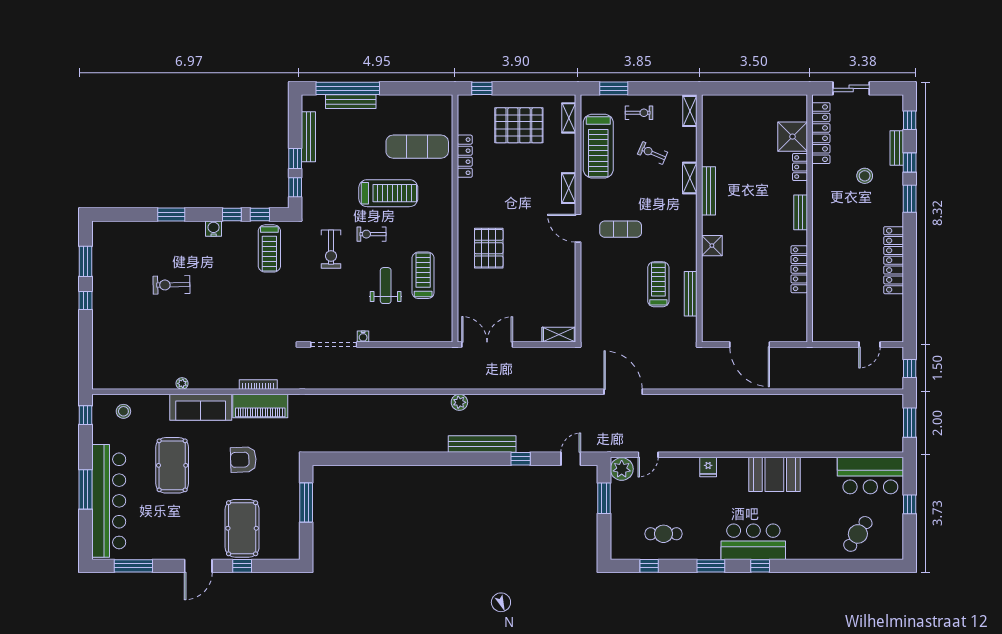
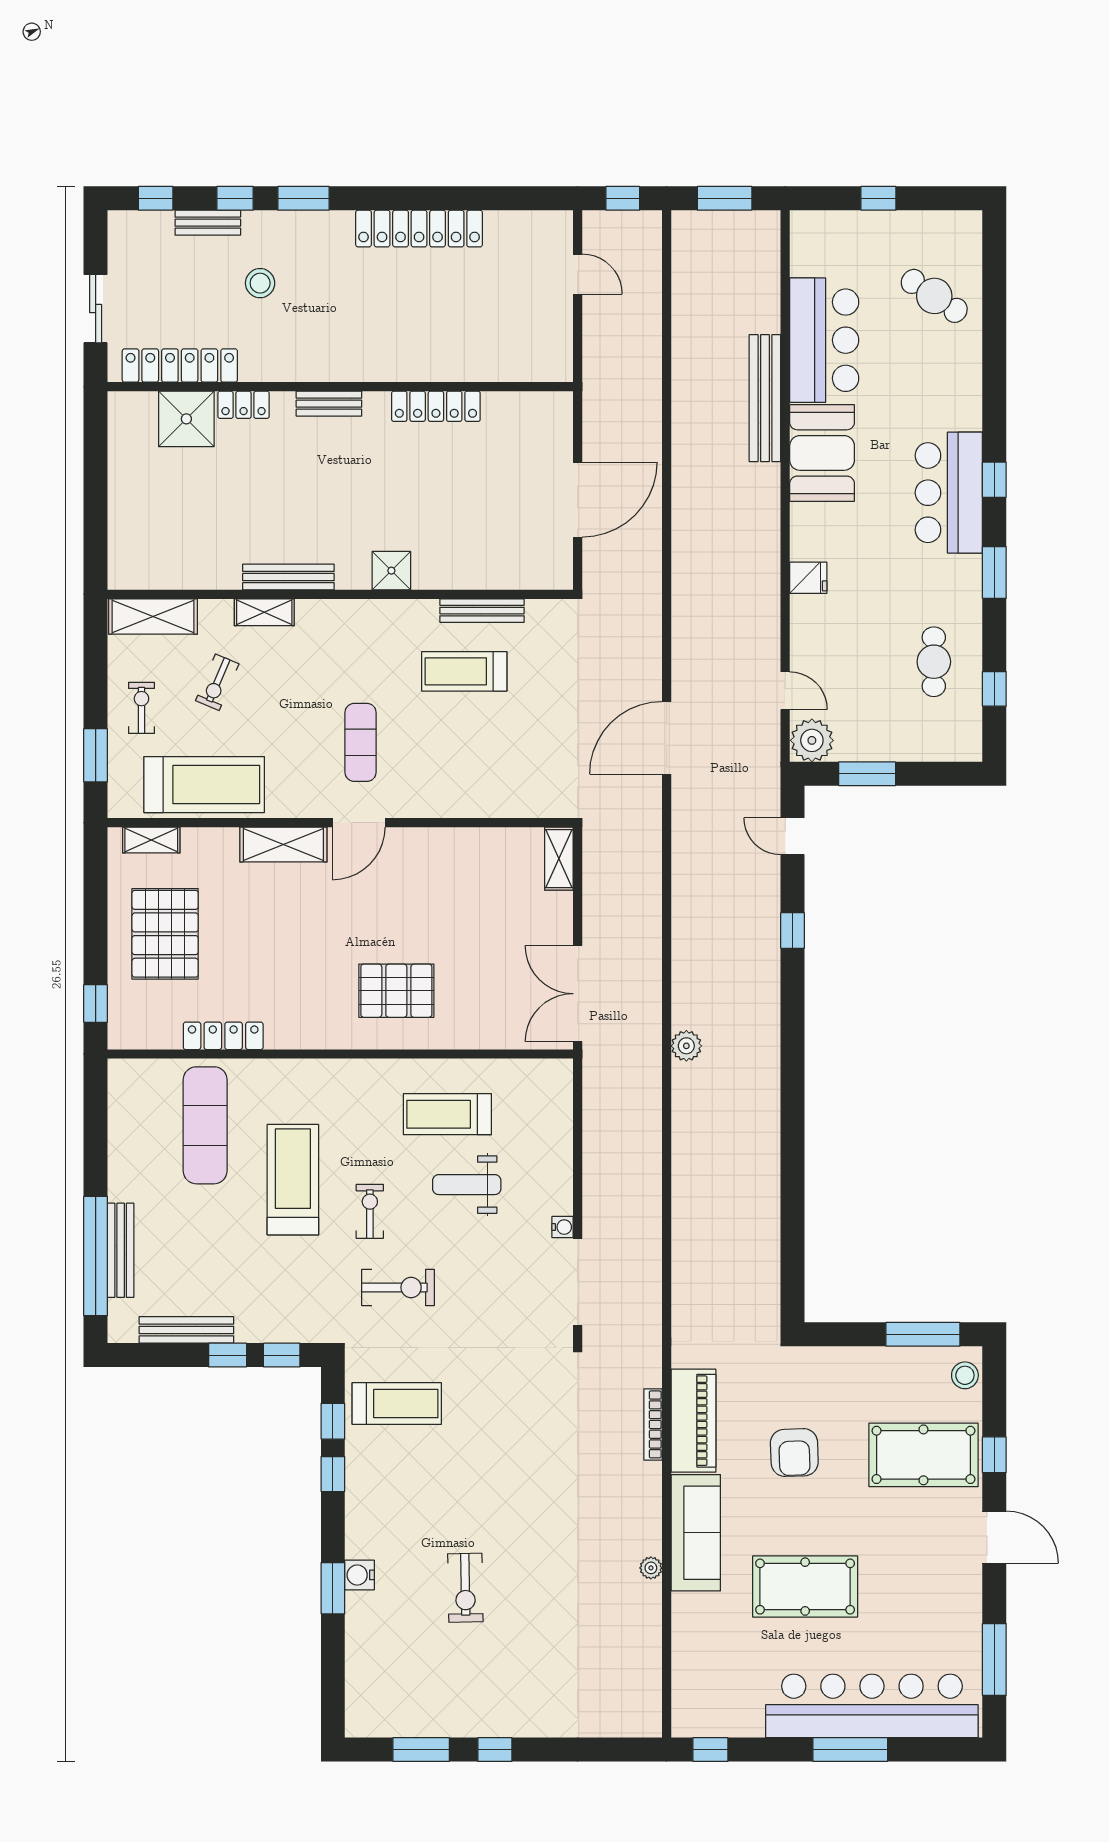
shelving: (690, 111) -> (153, 616), width x1.50, depth x1.33
shelving: (569, 188) -> (283, 845), width x1.50, depth x1.33
water cooler: (214, 229) -> (360, 1575), moved
exercise bike: (371, 234) -> (370, 1211), turned 180
stool: (123, 411) -> (965, 1375), moved
bench: (482, 444) -> (765, 398), moved
bar counter: (870, 476) -> (824, 340), moved
window: (306, 503) -> (923, 1334), moved

